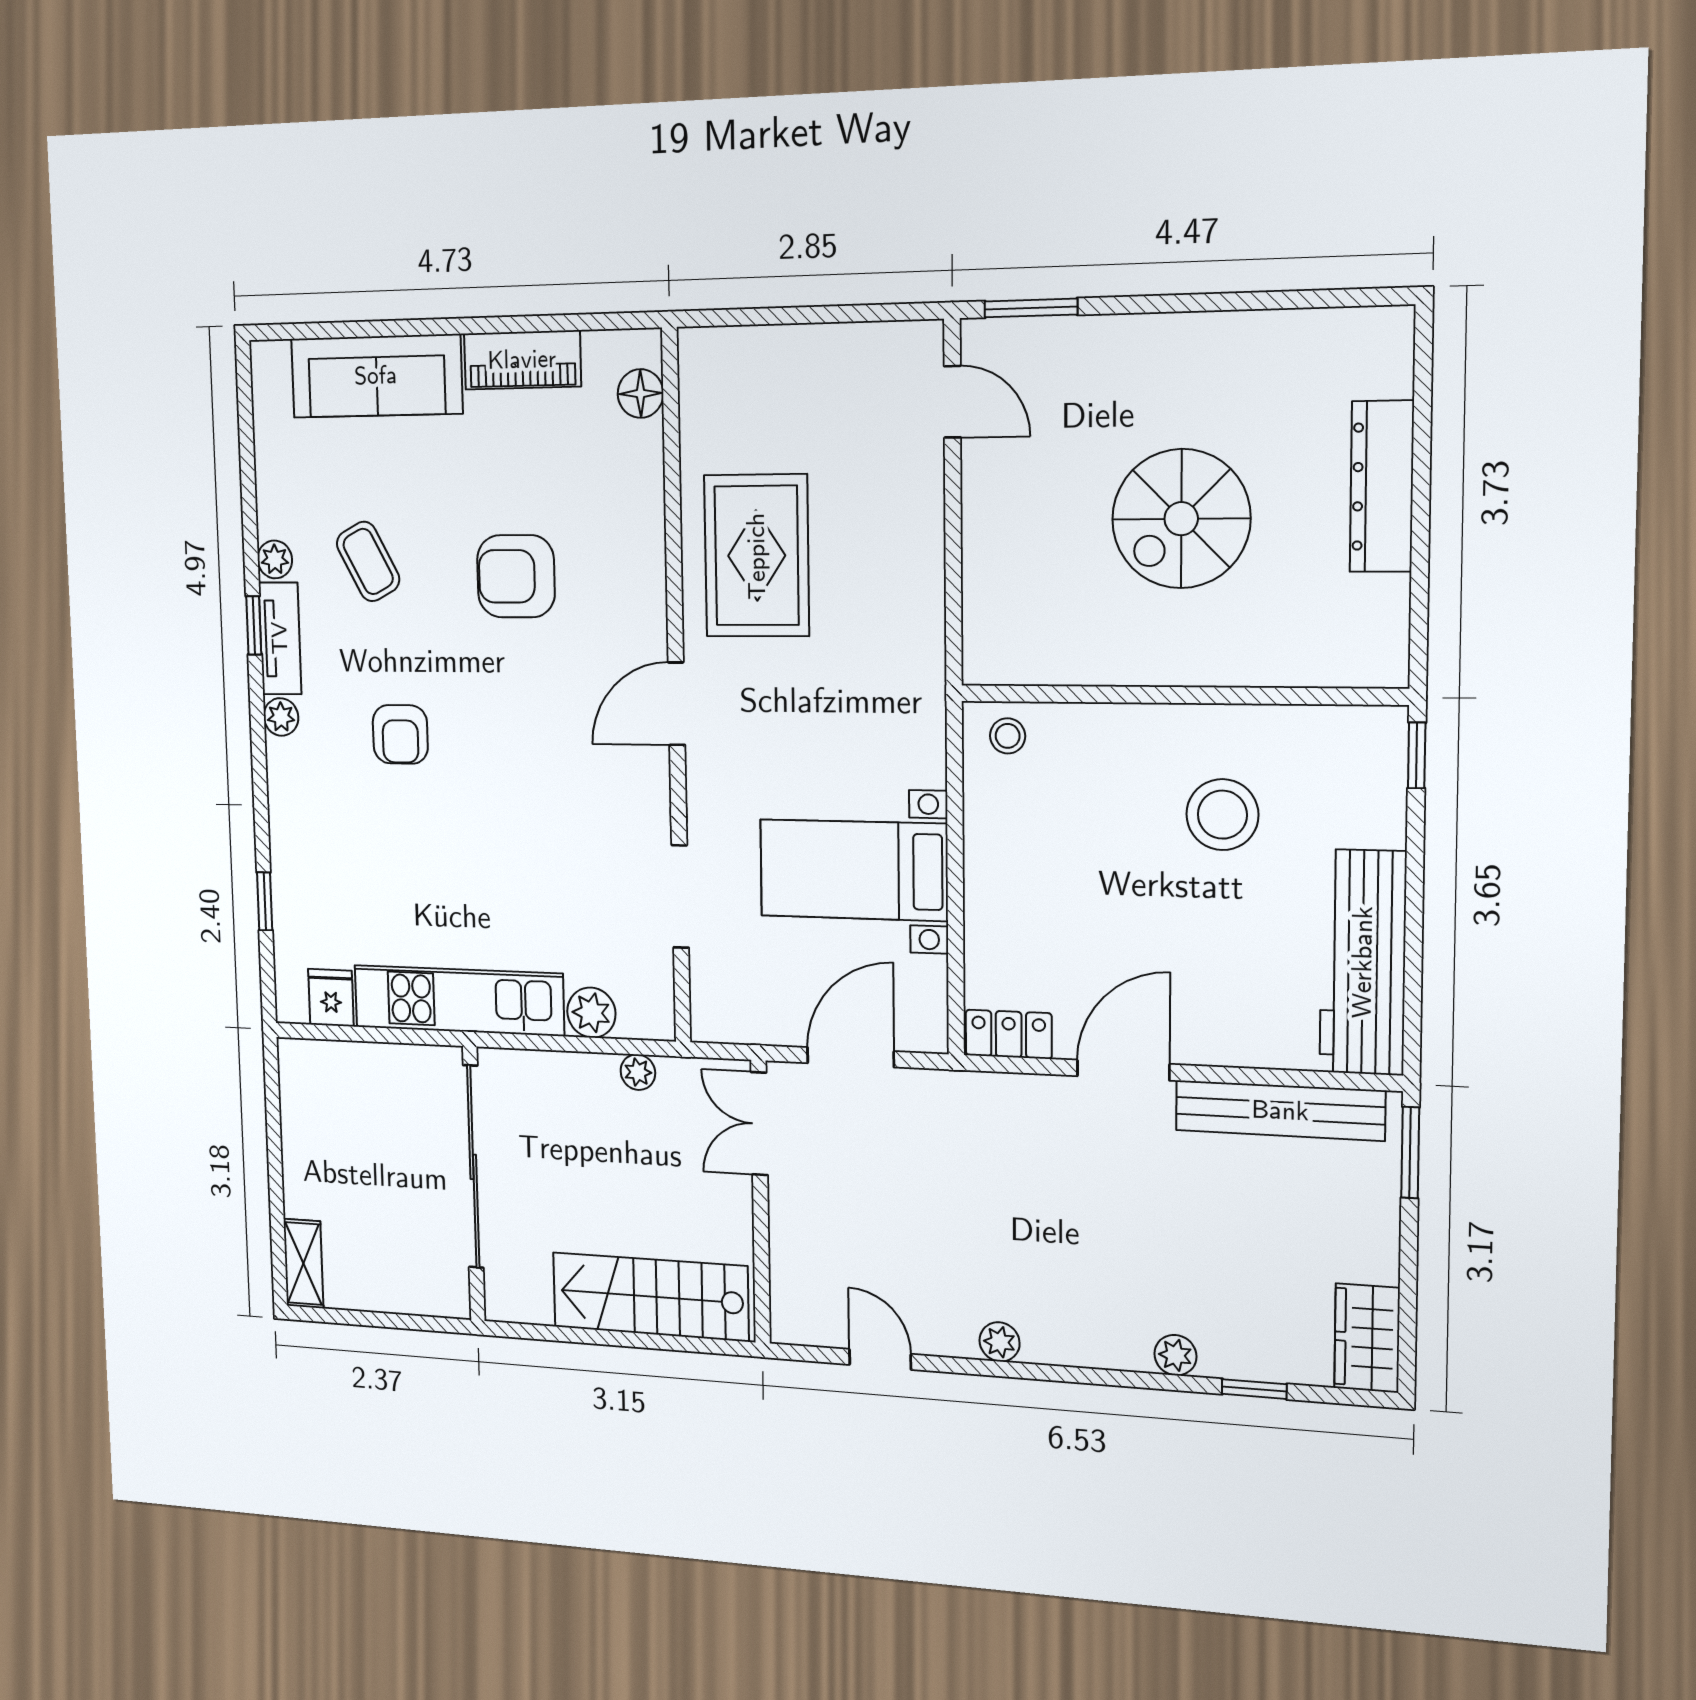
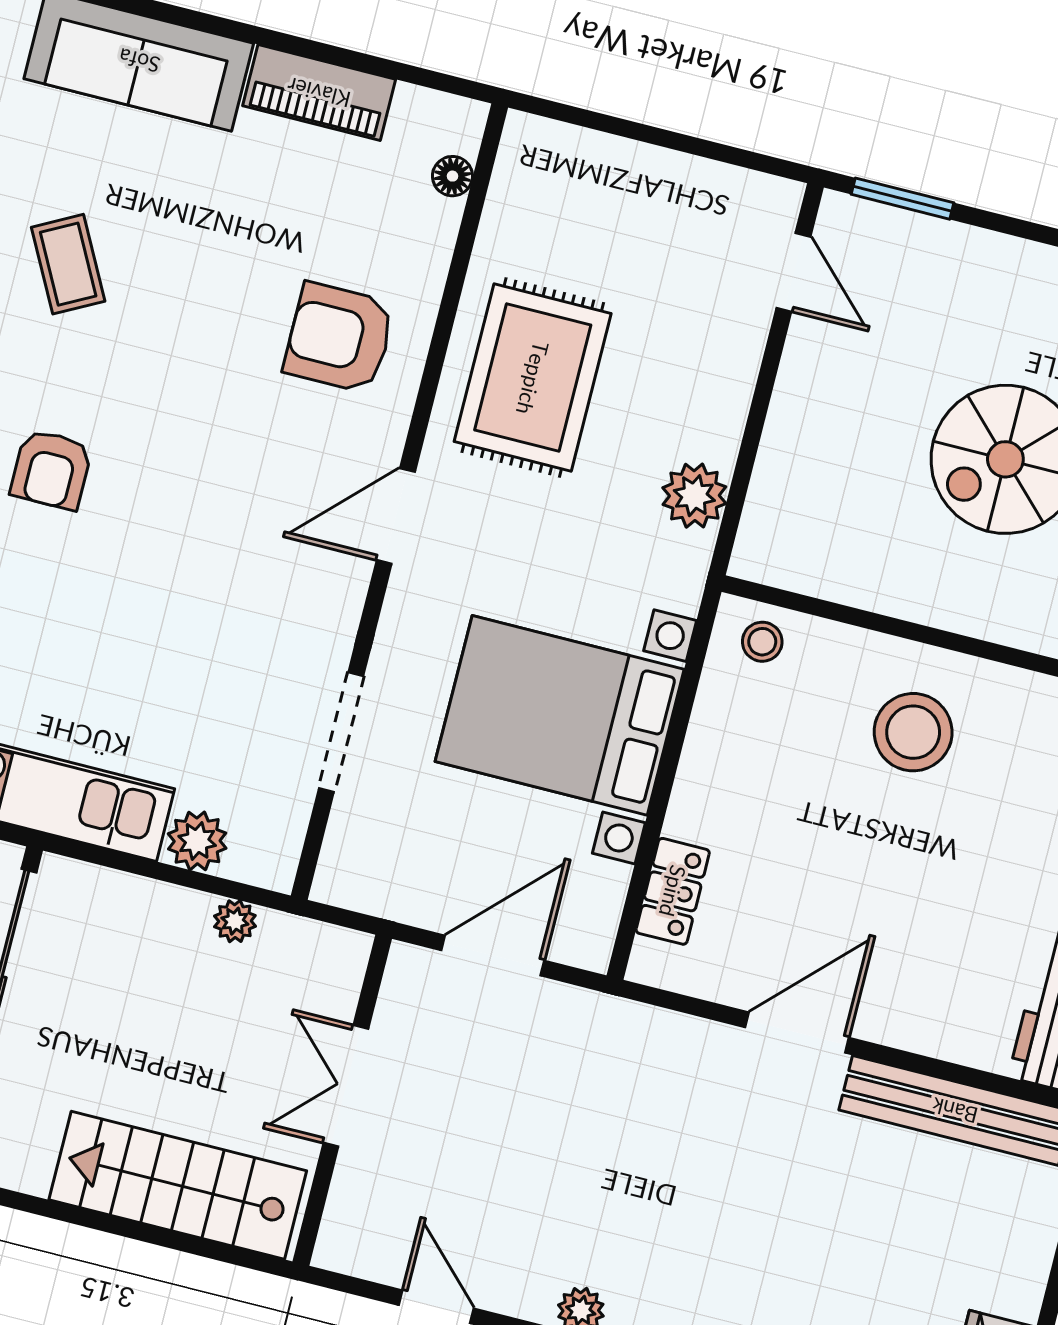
floor lamp: (641, 393) -> (452, 176), width x0.73, depth x0.73
armchair: (516, 576) -> (339, 338), moved
plant: (917, 622) -> (694, 496), added
stool: (1222, 815) -> (913, 732), moved
bed with nightstands: (854, 870) -> (560, 715), width x1.36
locker: (1009, 1034) -> (673, 891), moved, turned 90
double door: (759, 1124) -> (346, 1086), moved

